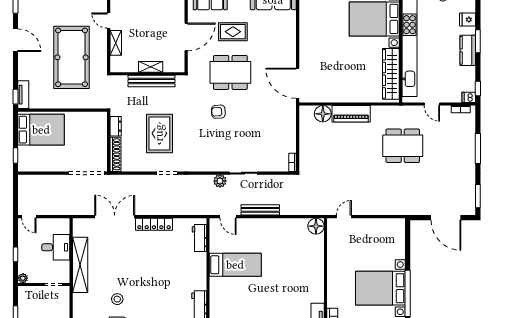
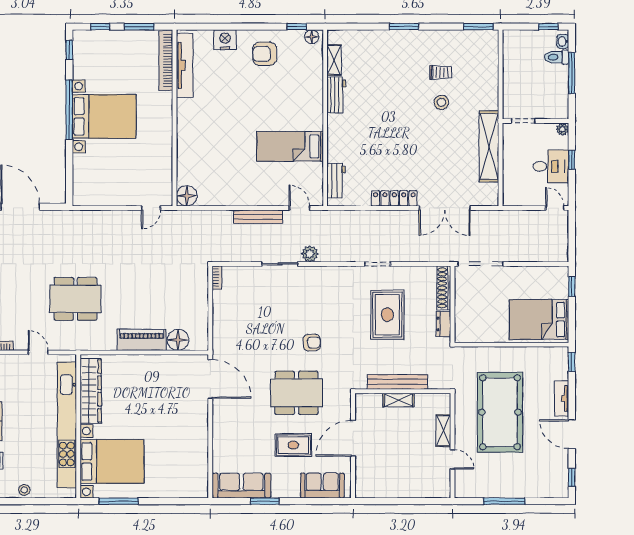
tv unit: (23, 95) -> (562, 398), moved
desk: (56, 247) -> (551, 166), moved, turned 180

